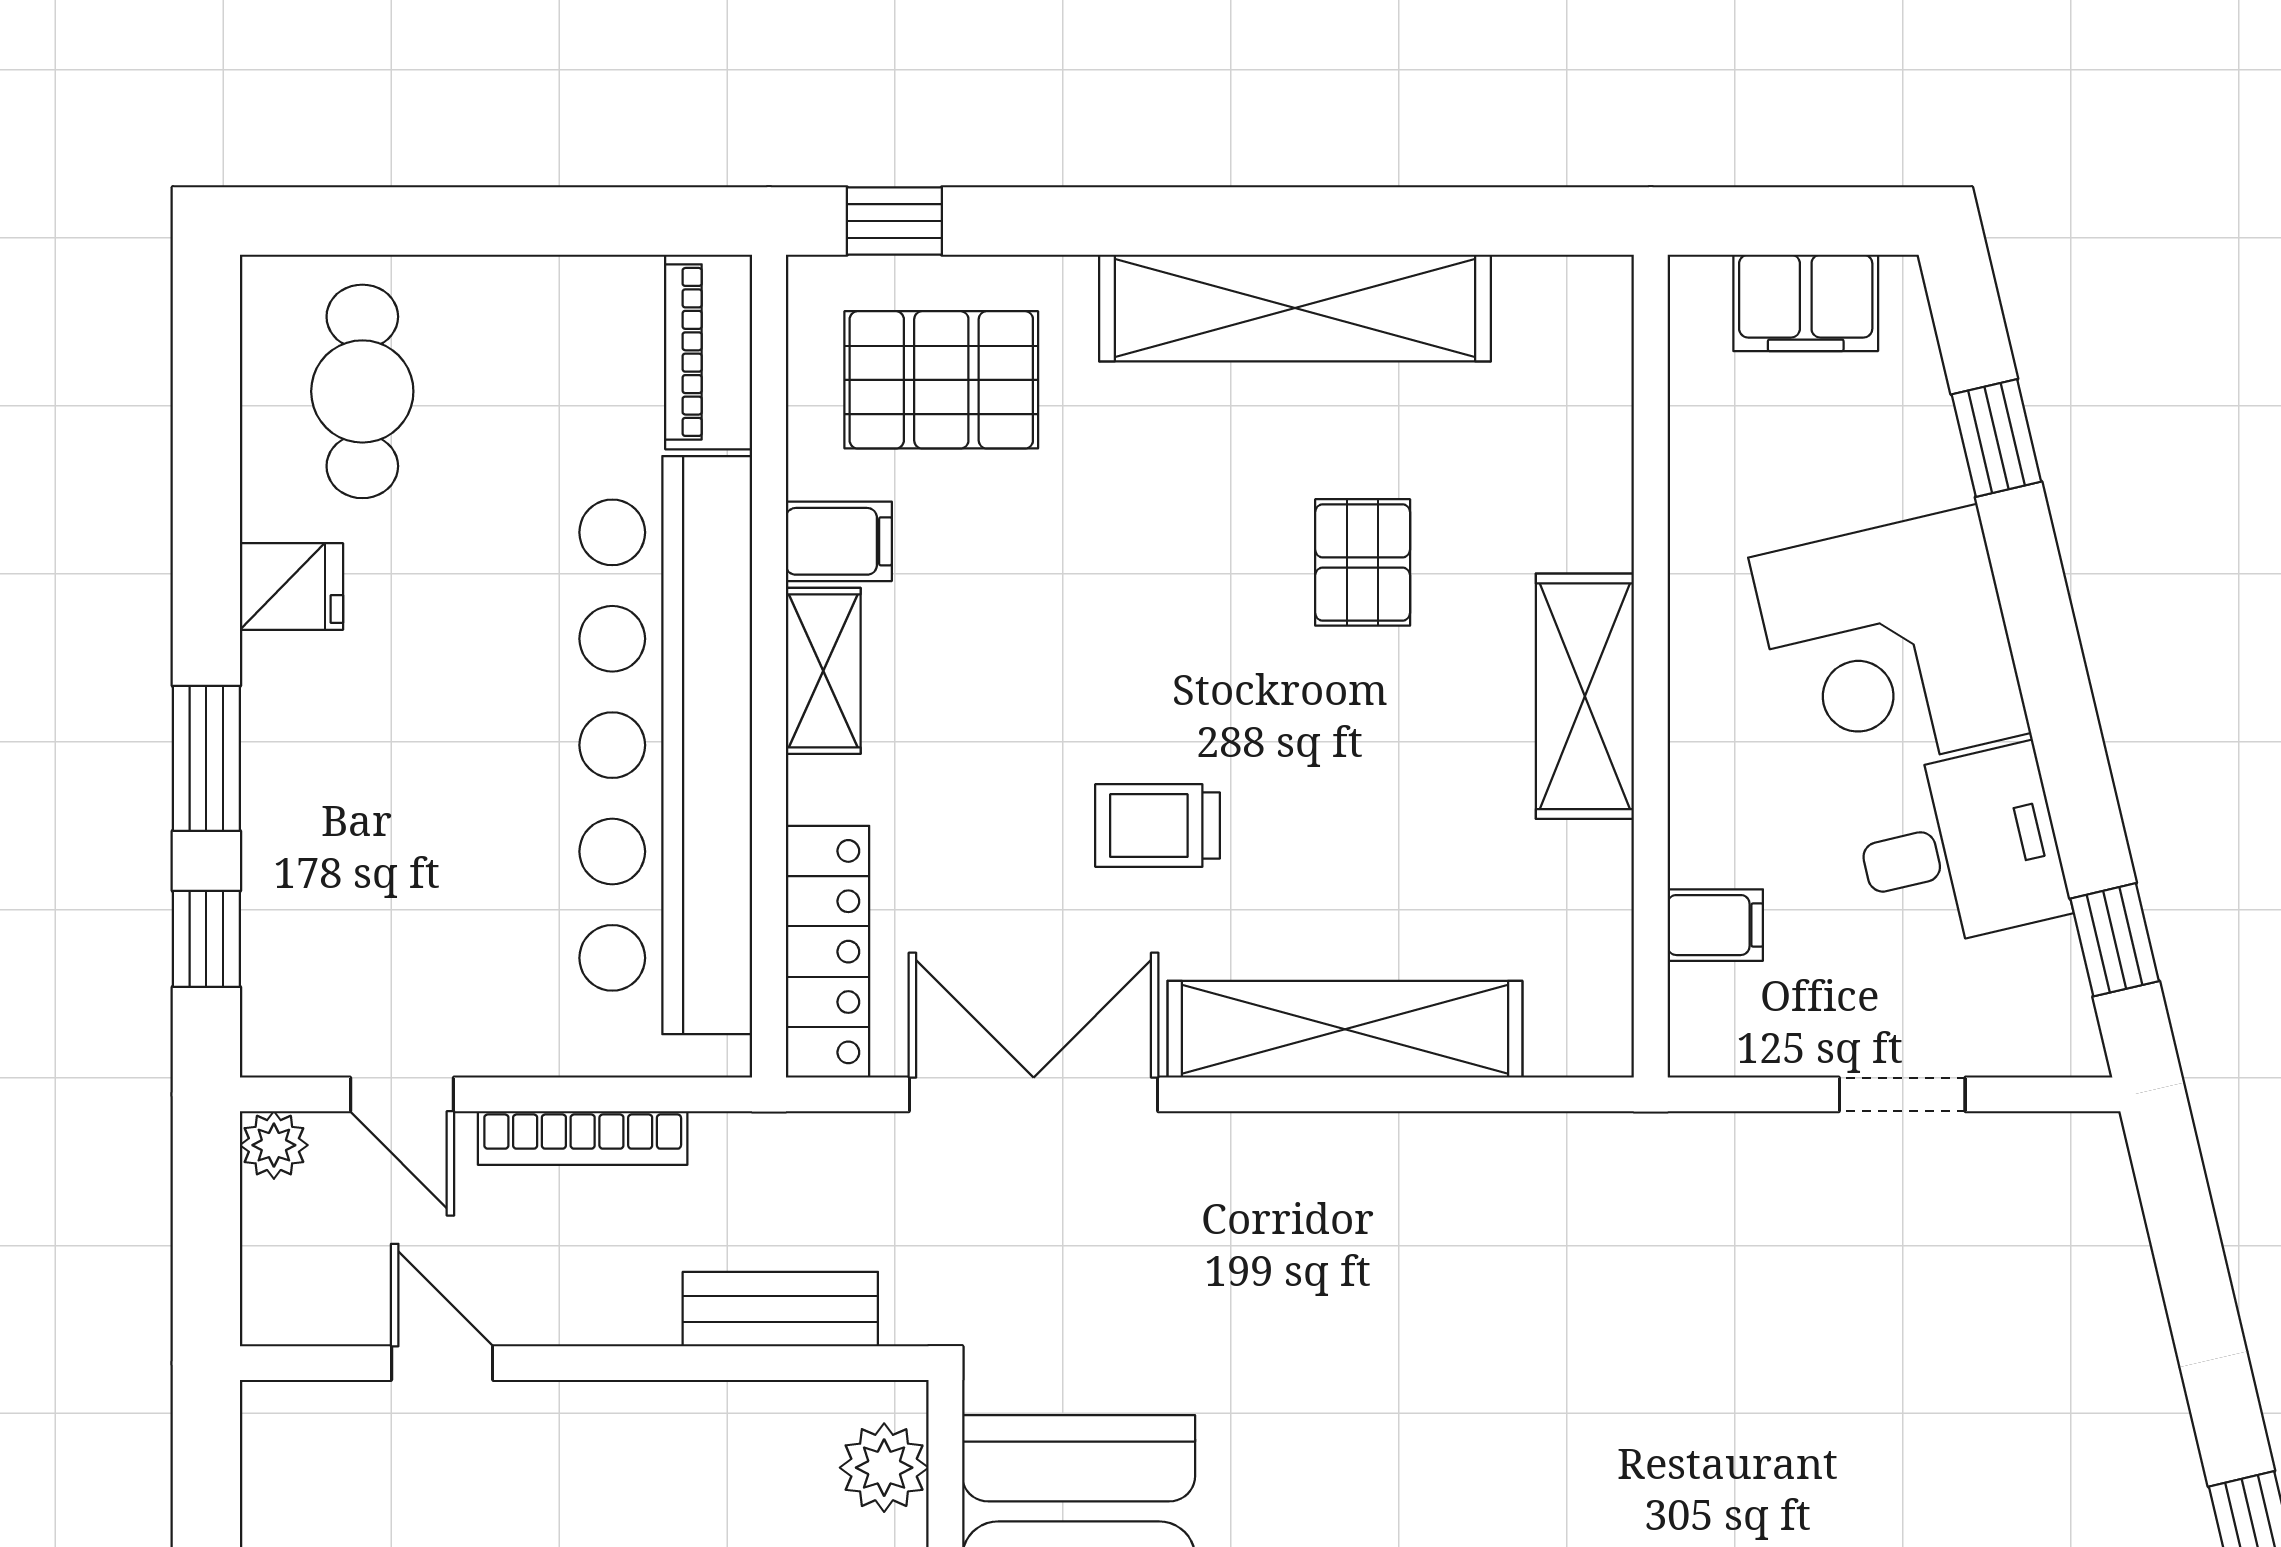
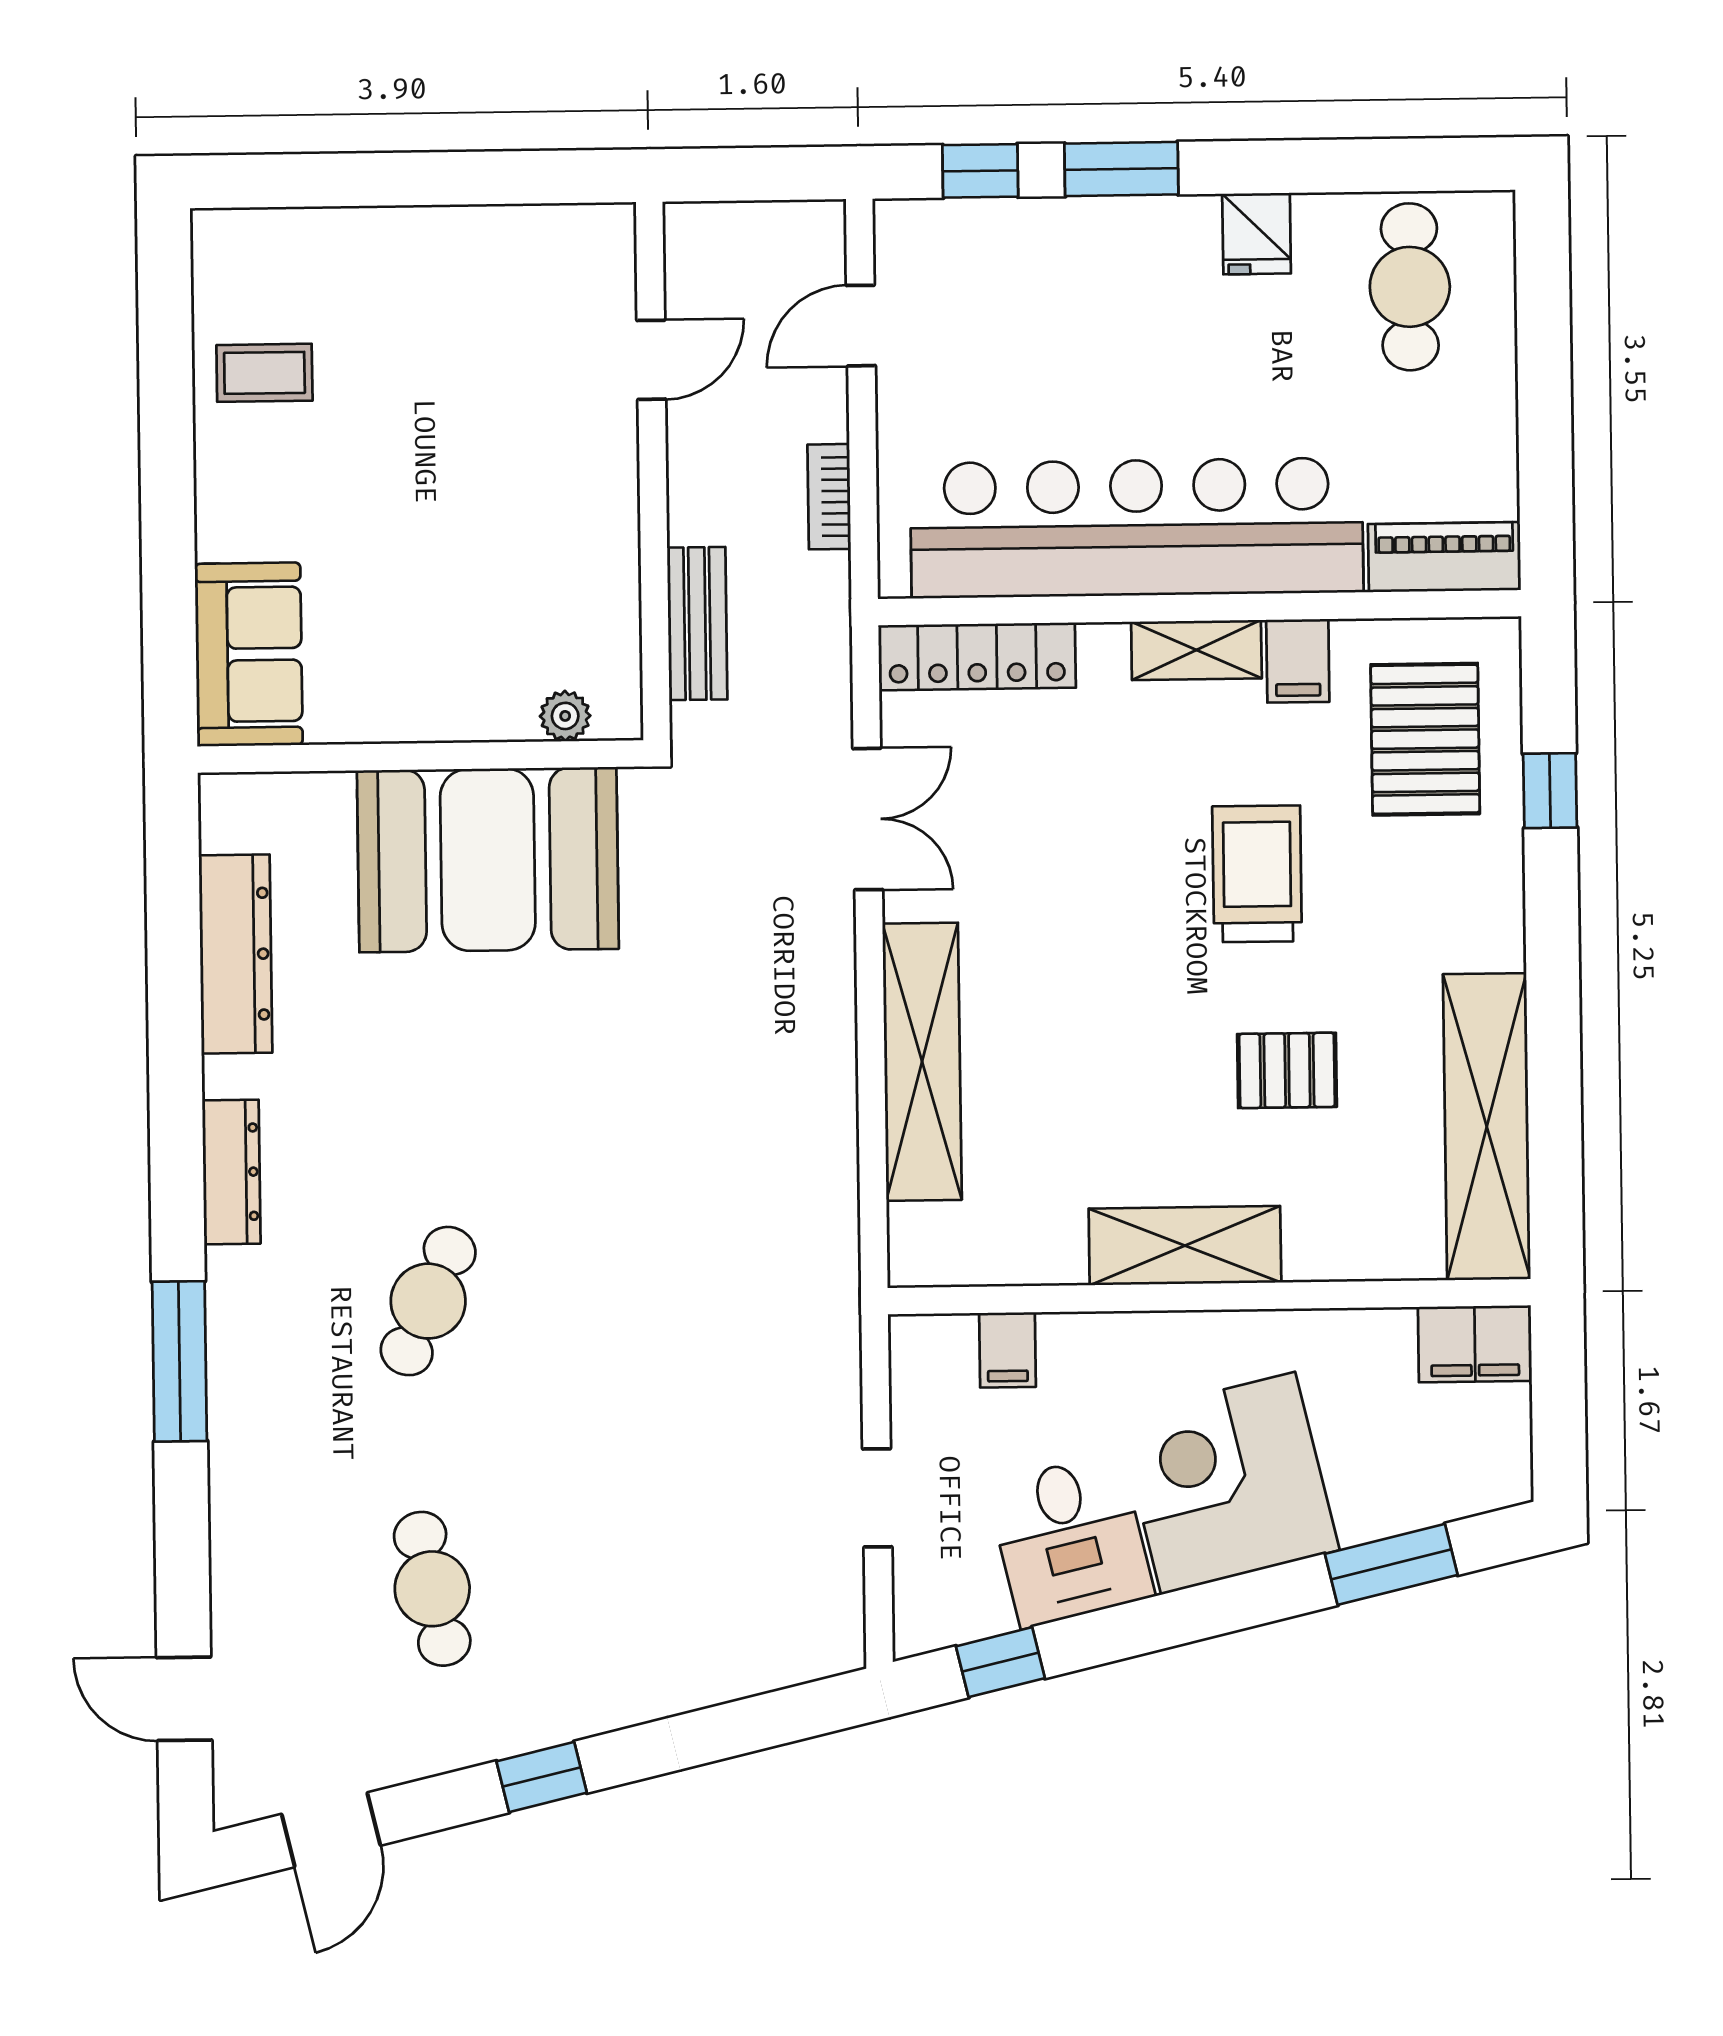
window: (894, 221) -> (1550, 791), moved
filing cabinet: (1806, 303) -> (1475, 1344), moved, turned -90
shelving: (1295, 308) -> (1487, 1127), moved
cafe table: (362, 391) -> (1410, 287), turned 90
window: (1996, 438) -> (1391, 1564), width x1.50
trolley: (1158, 826) -> (1257, 874), moved, width x1.36, depth x1.39
double door: (1034, 1094) -> (868, 819), width x0.73
bookcase: (583, 1138) -> (829, 497), width x0.64
plant: (274, 1145) -> (820, 226), removed
plant: (884, 1468) -> (565, 716), width x0.73, depth x0.73

